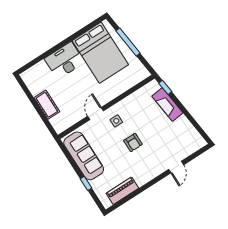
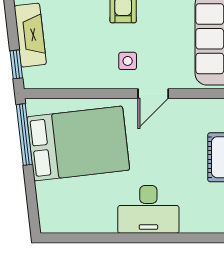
window: (128, 42) -> (24, 134), moved
bed: (100, 53) -> (78, 143), moved, turned 83

